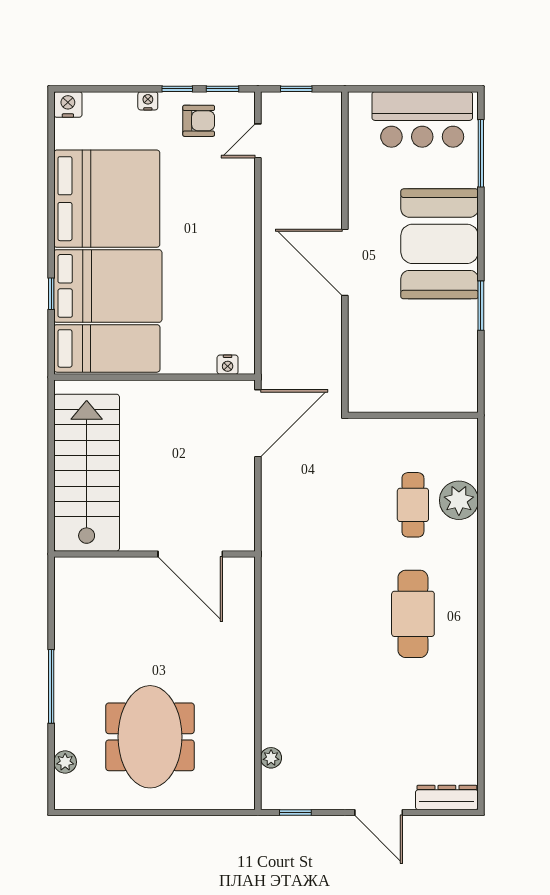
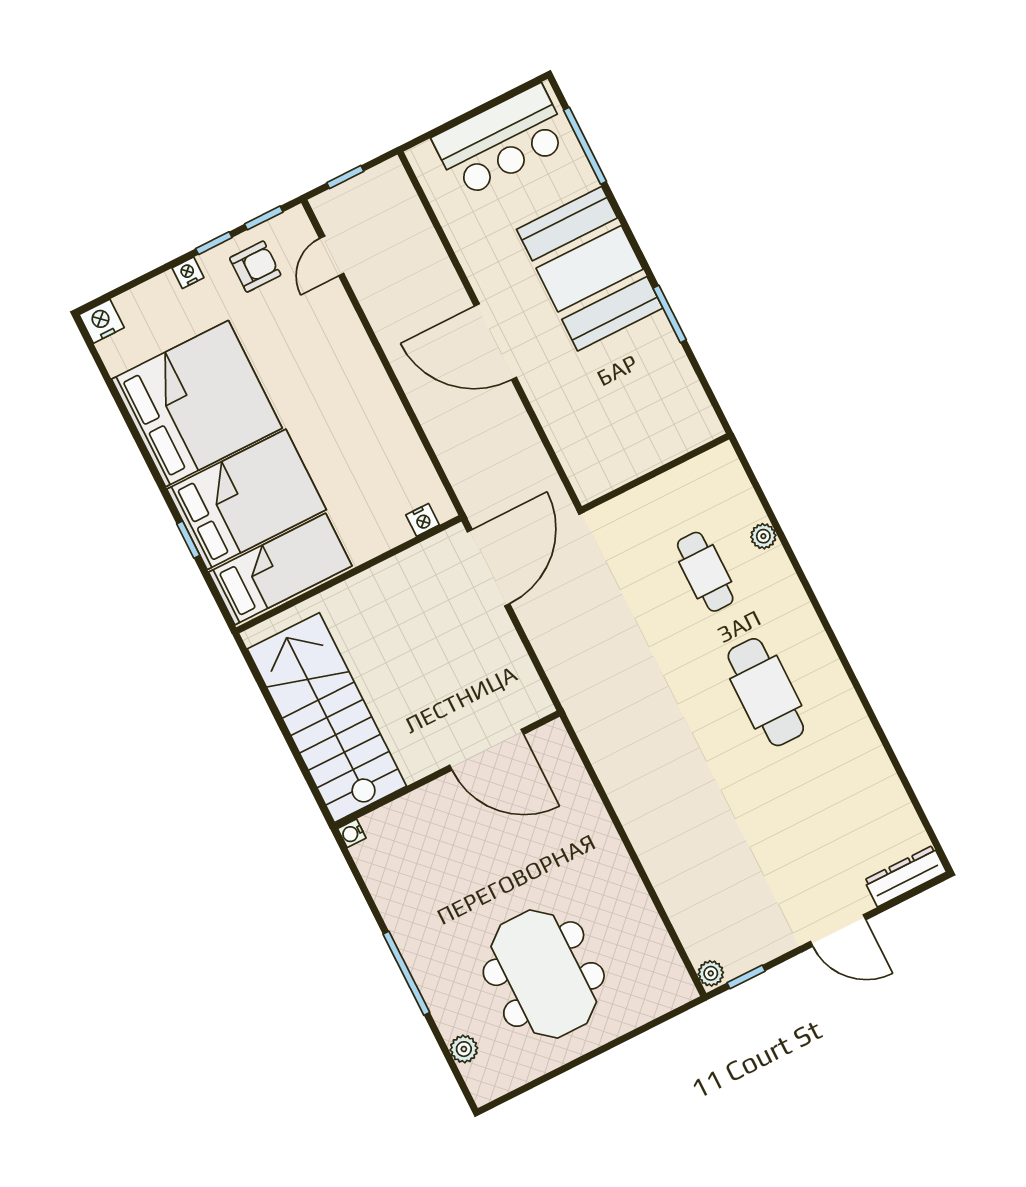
plant: (459, 500) -> (763, 536), width x0.53, depth x0.53
water cooler: (62, 565) -> (352, 833), added
plant: (271, 758) -> (711, 973), moved

